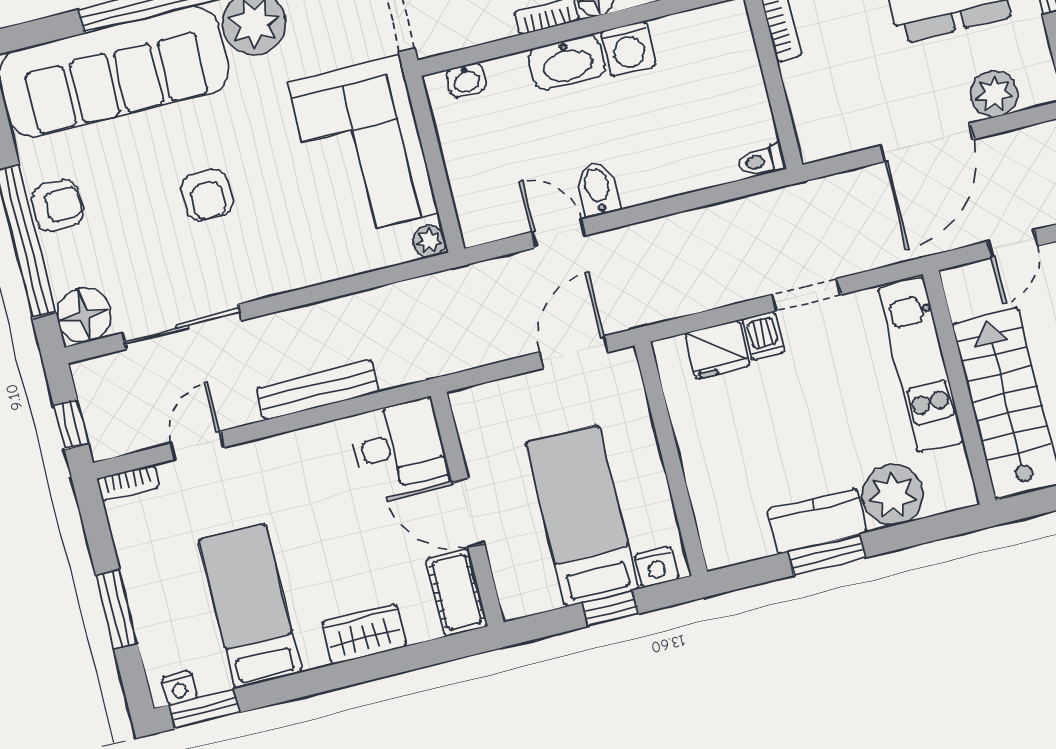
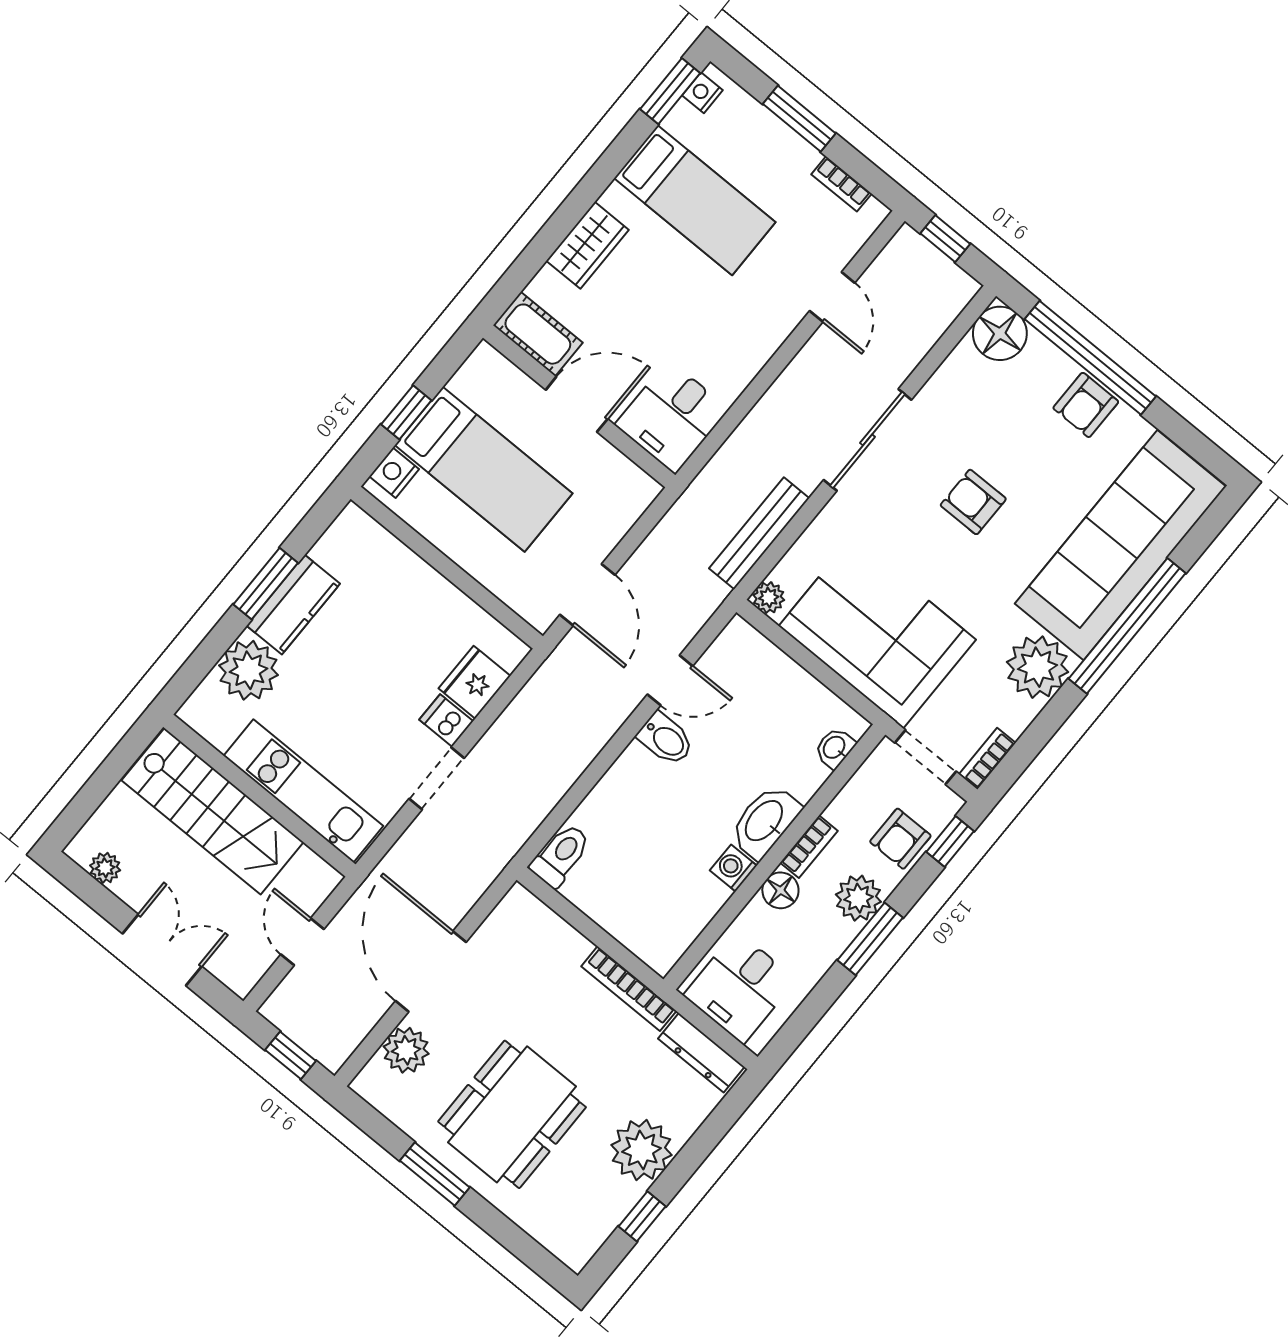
washing machine: (628, 49) -> (733, 868), width x0.73, depth x0.73
toilet: (762, 161) -> (561, 855), width x1.37, depth x1.39
sliding door: (182, 327) -> (868, 440), moved
bench: (318, 390) -> (759, 533), moved
bookcase: (128, 483) -> (842, 184), moved, turned -90

